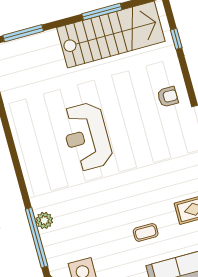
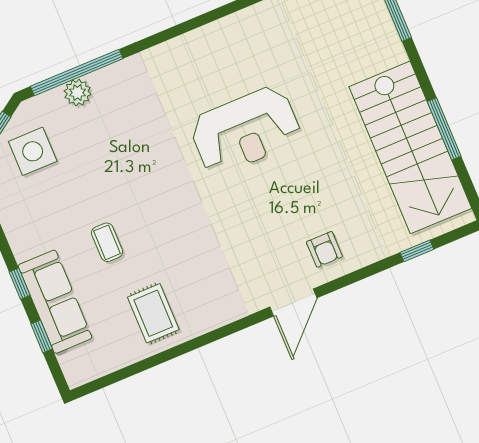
reception desk: (87, 137) -> (245, 130), turned 180
plant: (44, 220) -> (78, 93), moved

